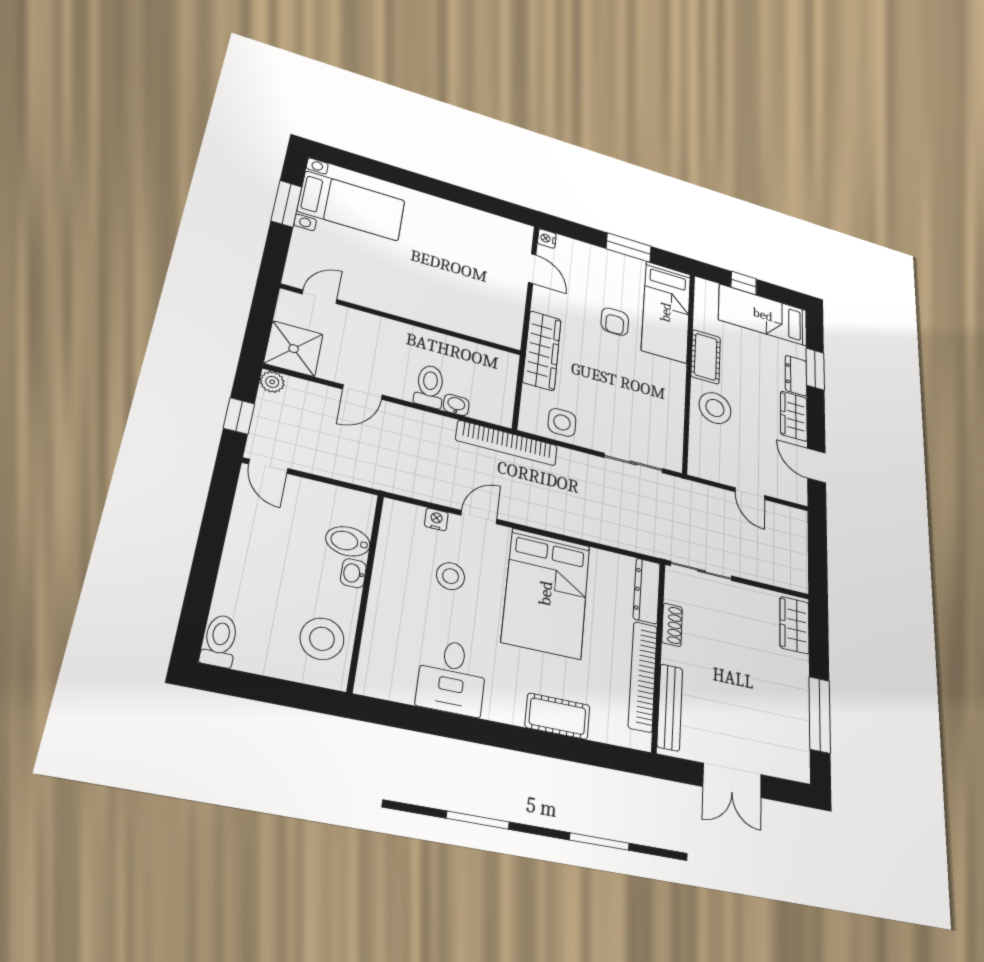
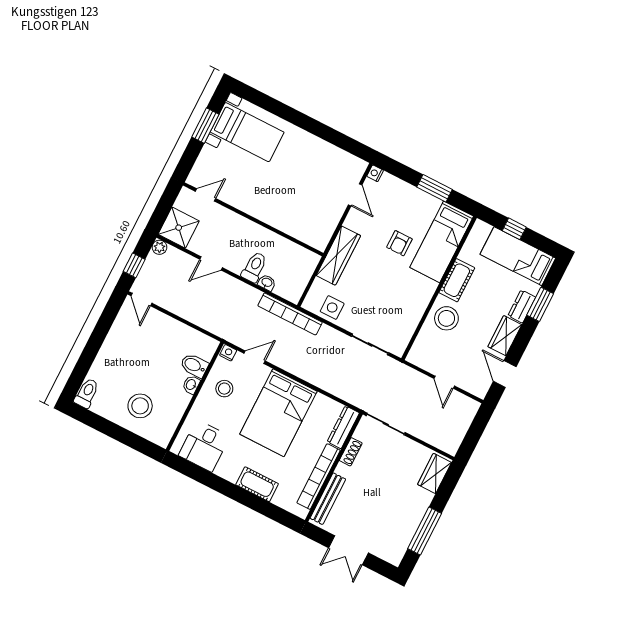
bidet: (348, 541) -> (194, 365), moved
washbasin: (353, 573) -> (191, 385), moved
wall: (366, 591) -> (195, 396), moved

